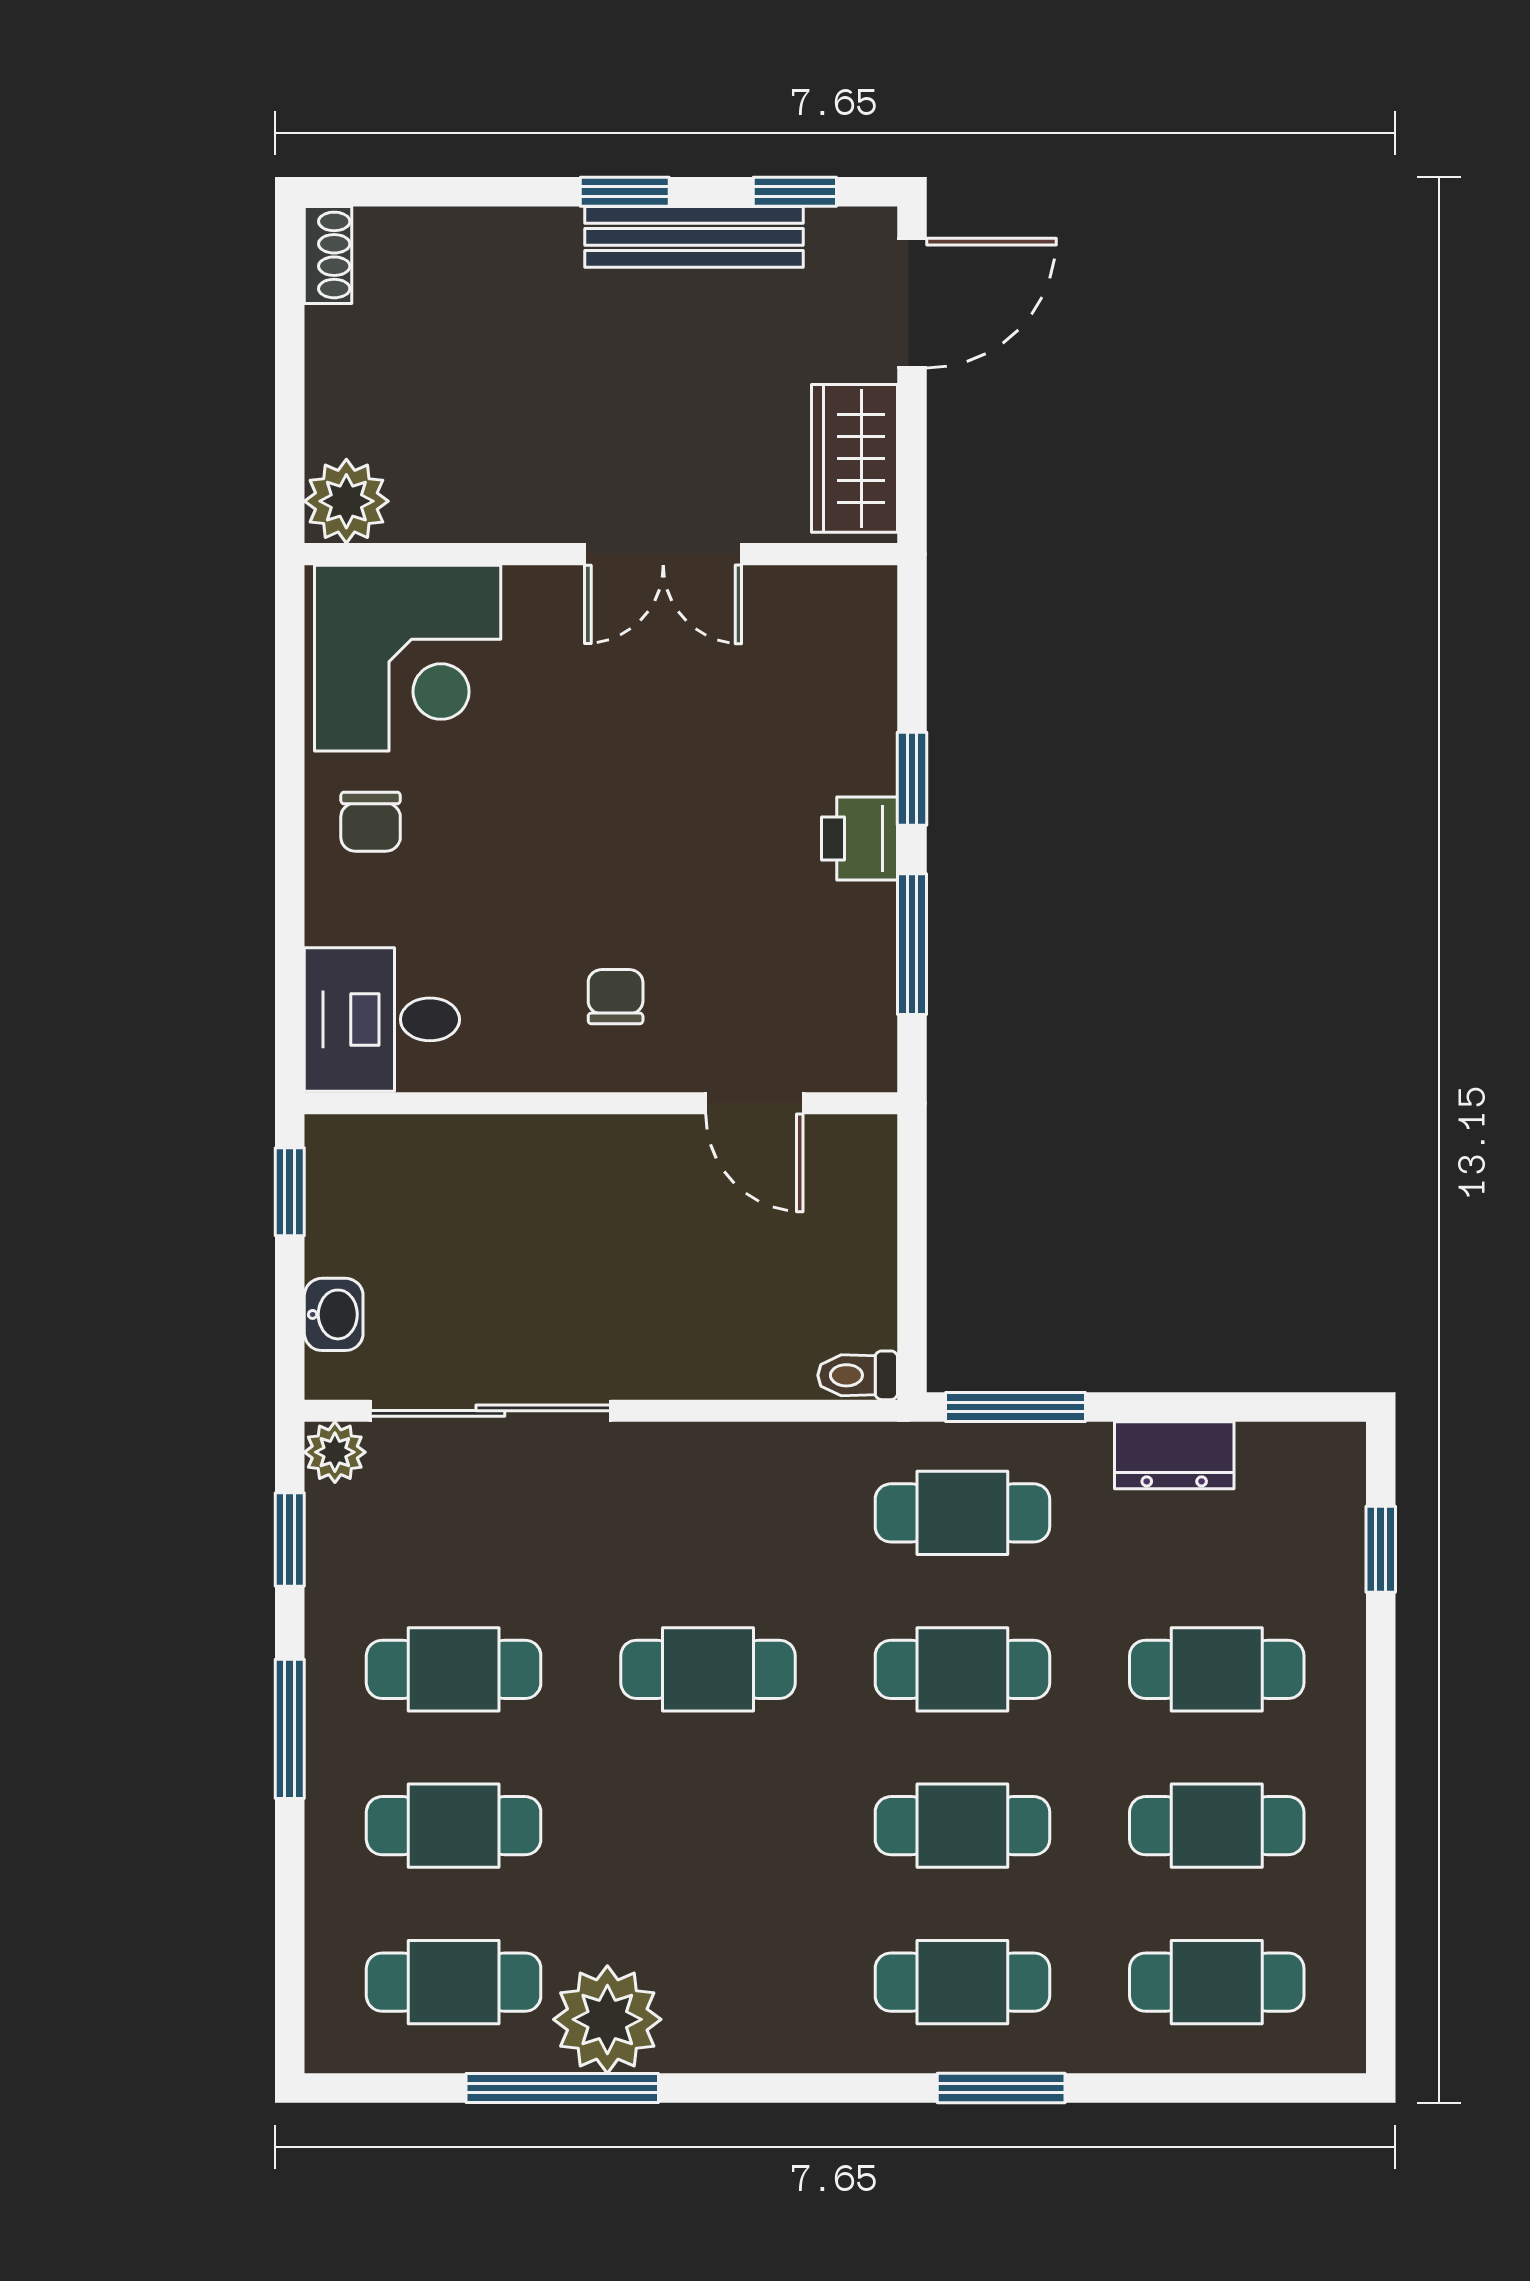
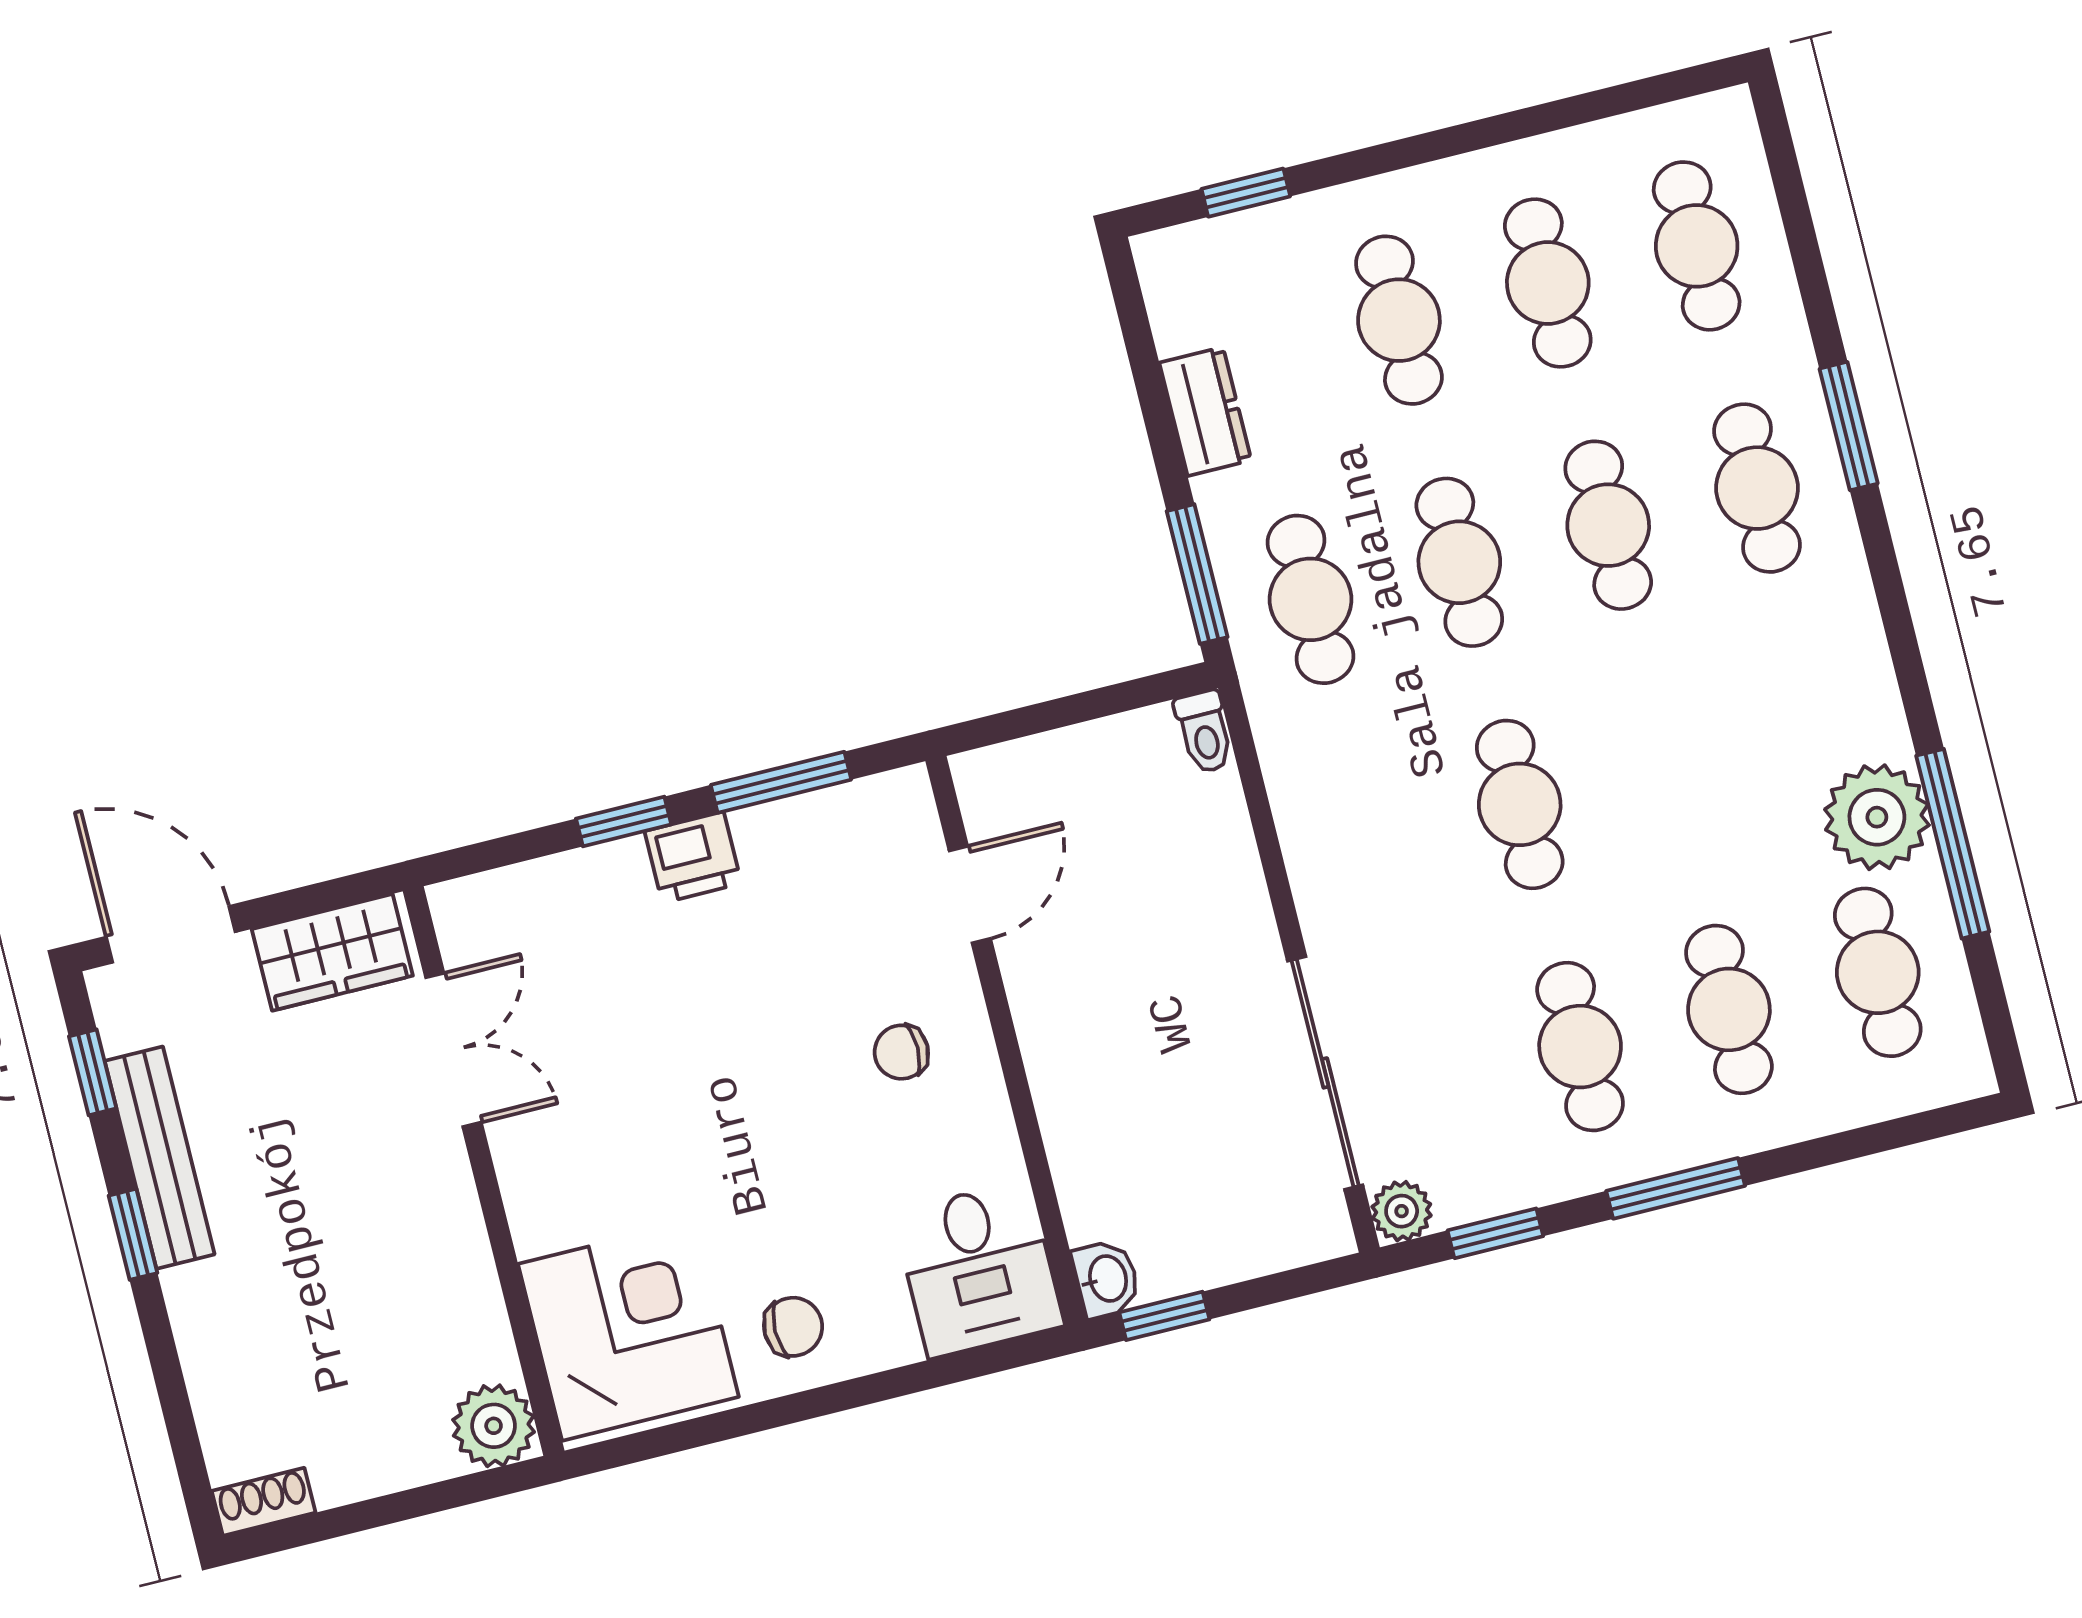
double door: (663, 554) -> (453, 1050), moved
washbasin: (334, 1314) -> (1106, 1279), moved, turned 90

